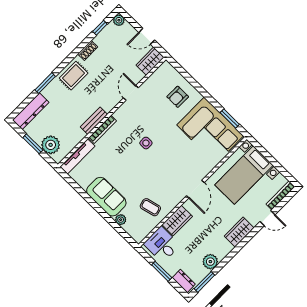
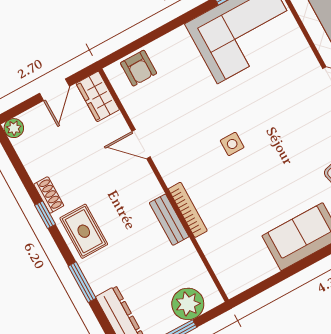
window: (100, 28) -> (45, 215), moved
armchair: (178, 97) -> (139, 68), moved
tv unit: (77, 156) -> (220, 265), removed

